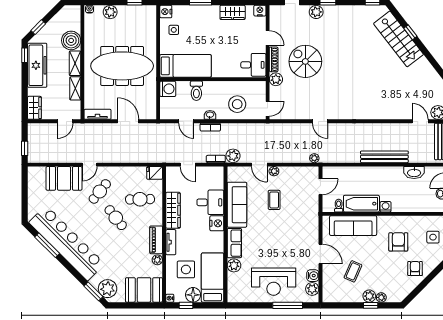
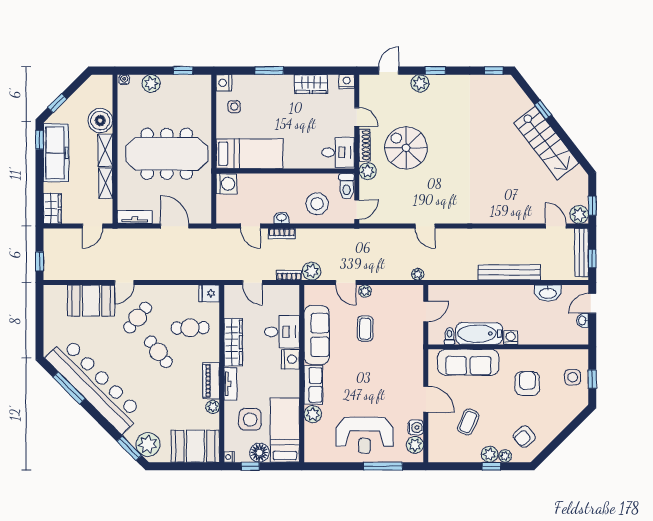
stairs: (398, 39) -> (546, 143), moved
toilet: (196, 91) -> (347, 186), moved
armchair: (415, 269) -> (524, 437), moved, turned -131

